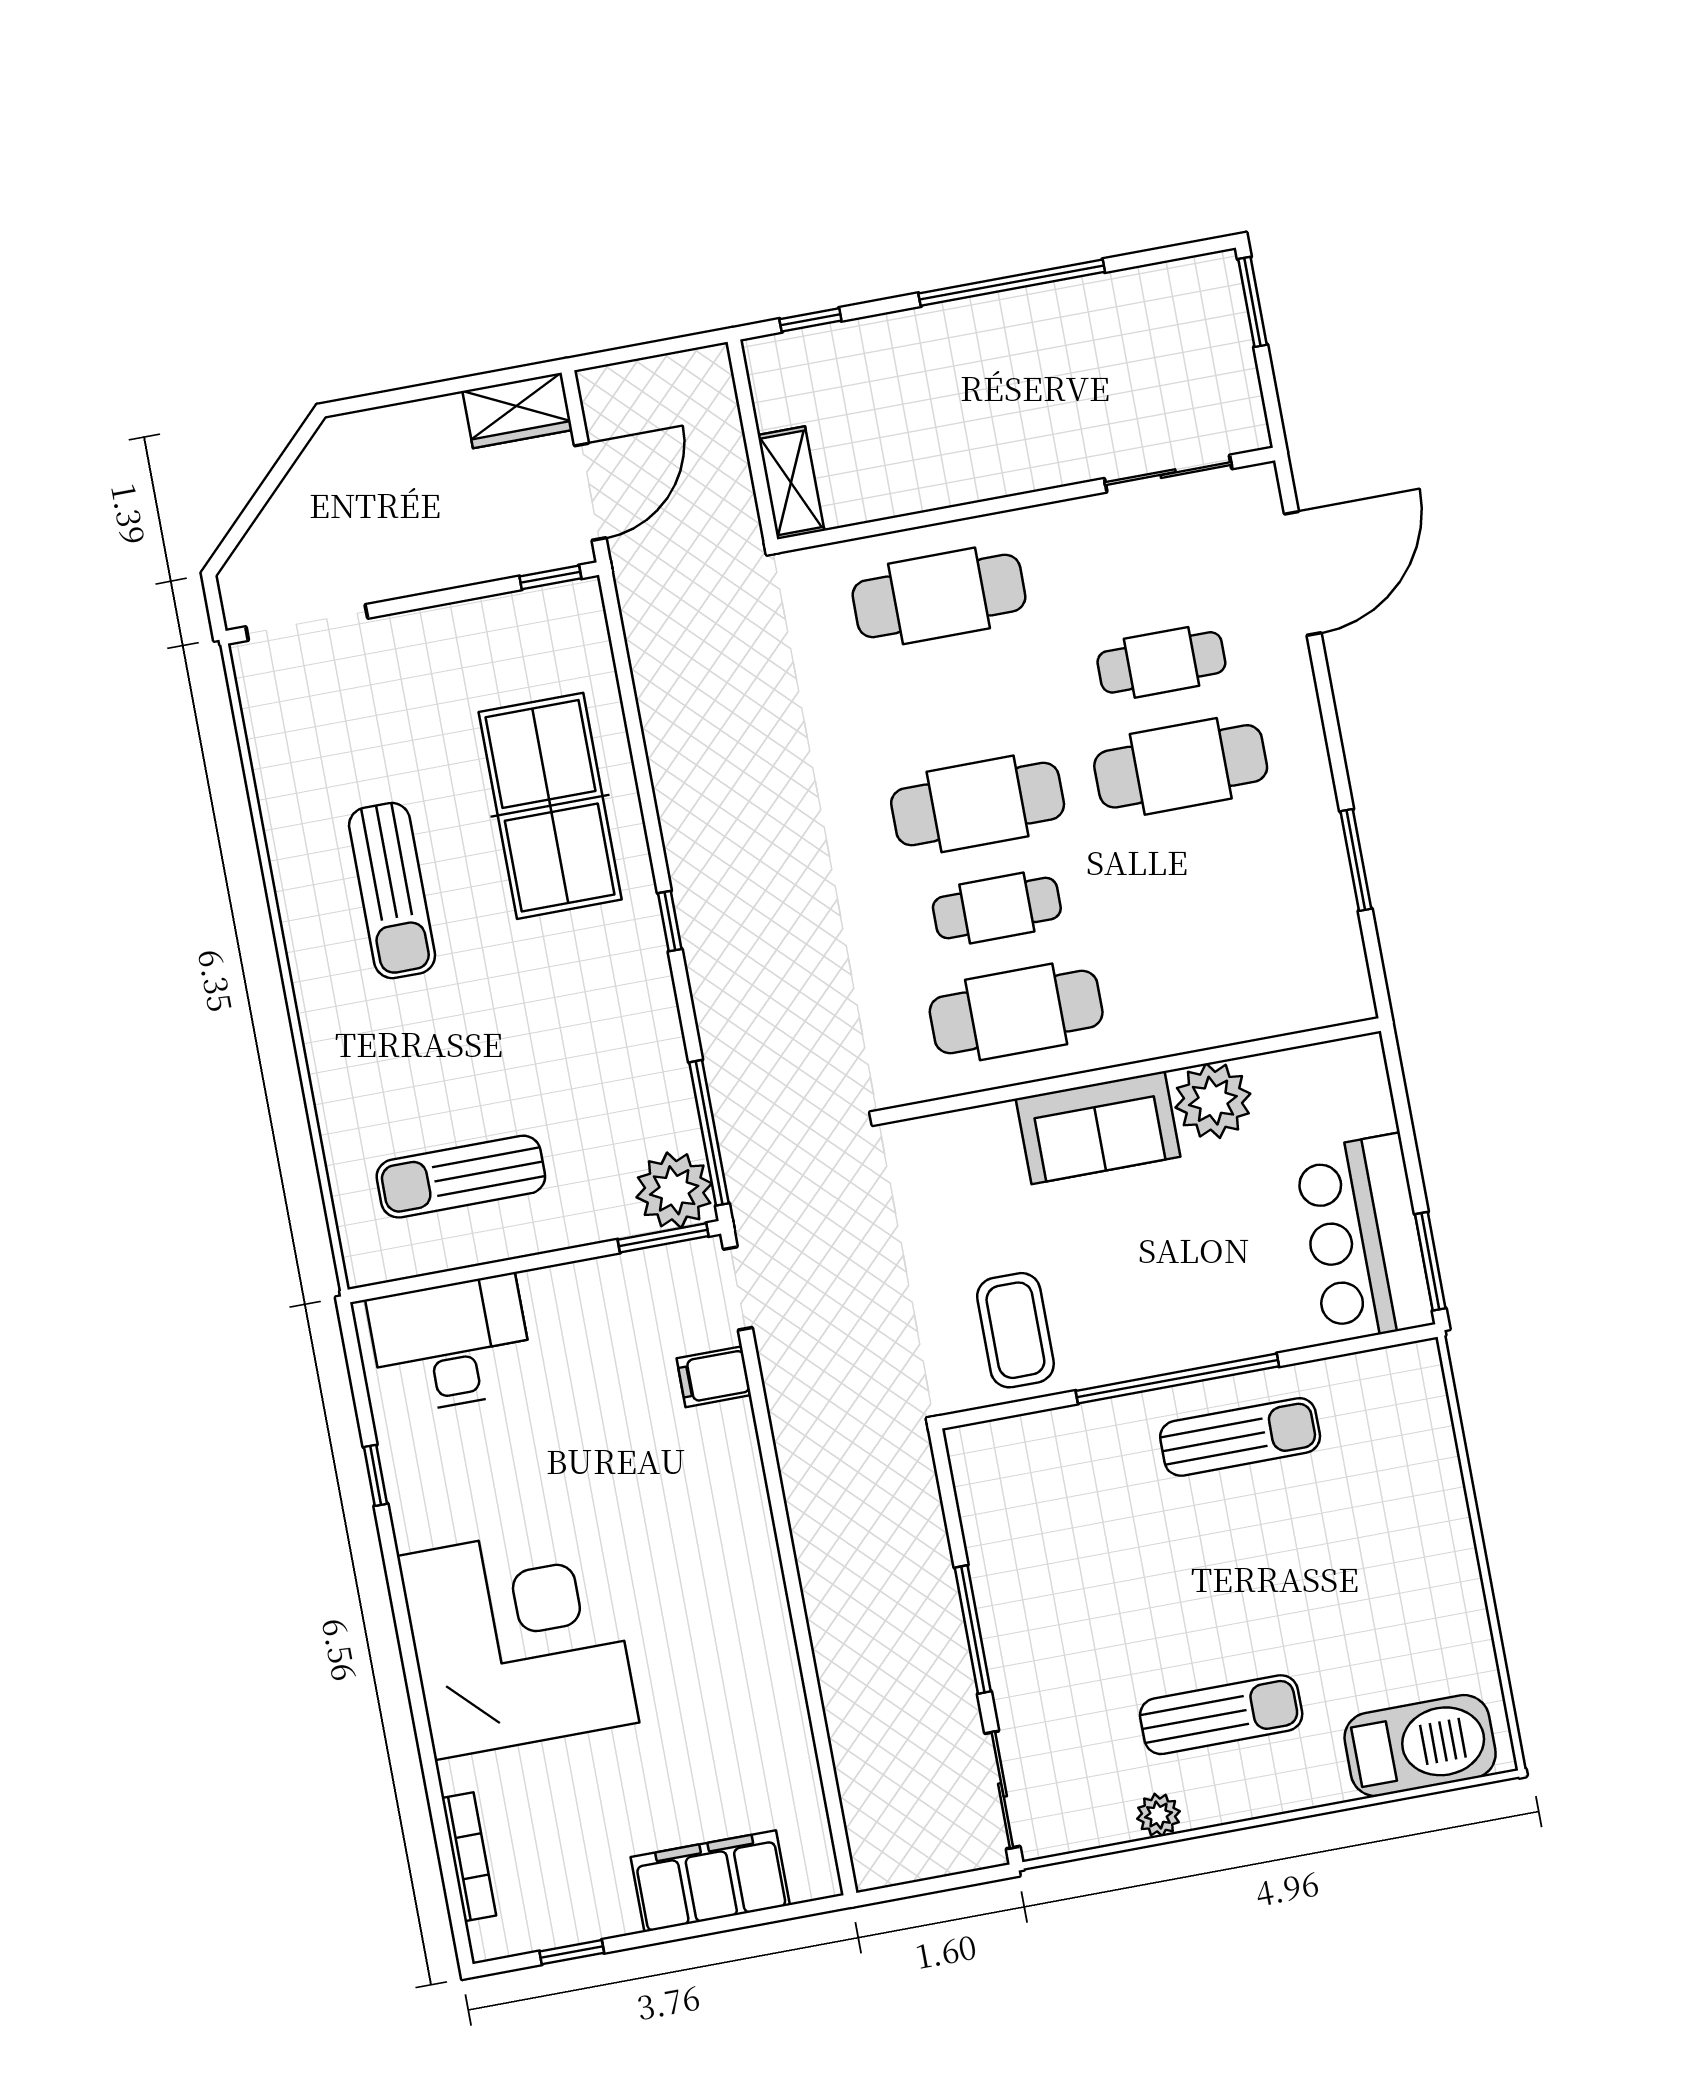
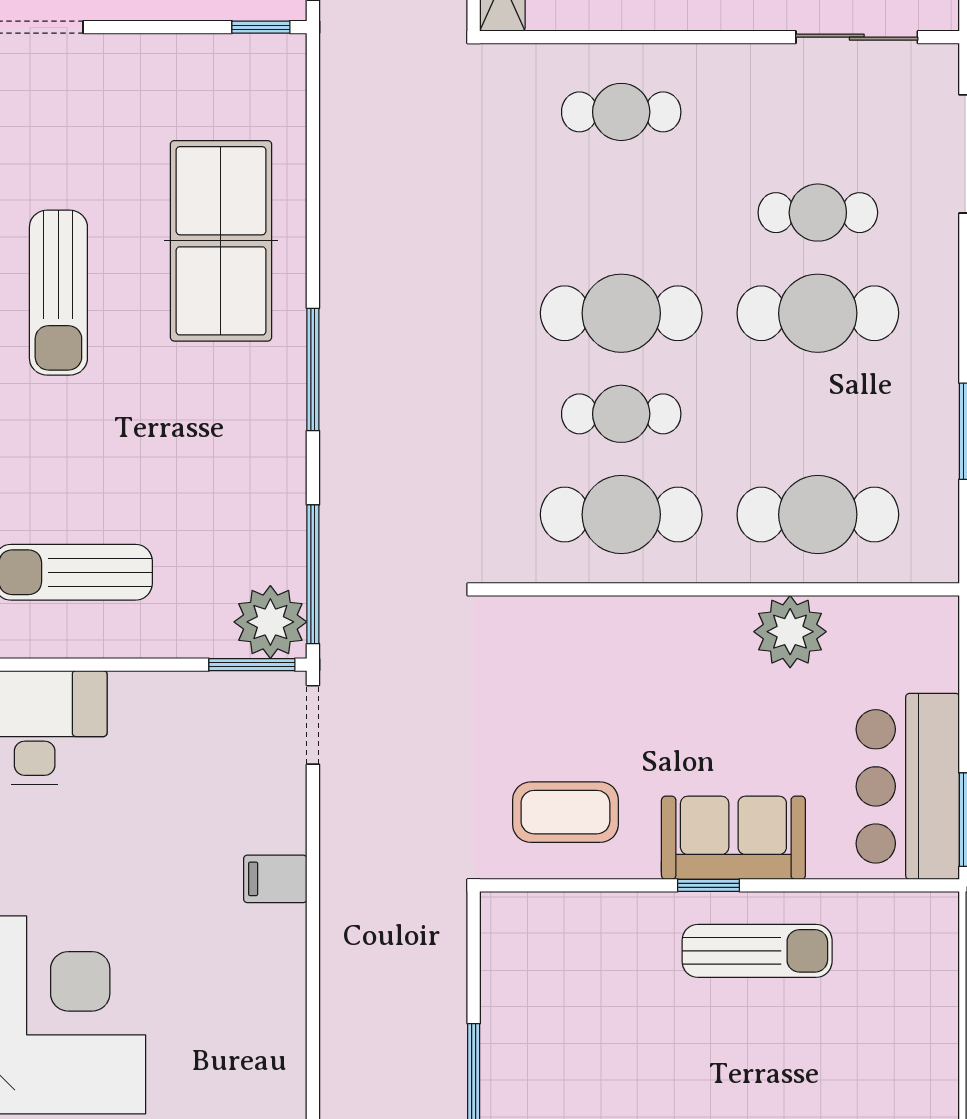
cafe table: (939, 596) -> (621, 112), width x0.73, depth x0.74
window: (670, 921) -> (313, 369), width x2.17
cafe table: (1219, 974) -> (818, 515), added
sofa: (1098, 1128) -> (733, 838), moved, turned 180
coffee table: (1015, 1330) -> (565, 812), turned 90
filing cabinet: (714, 1377) -> (275, 879), moved
window: (1177, 1379) -> (708, 885), width x0.32

